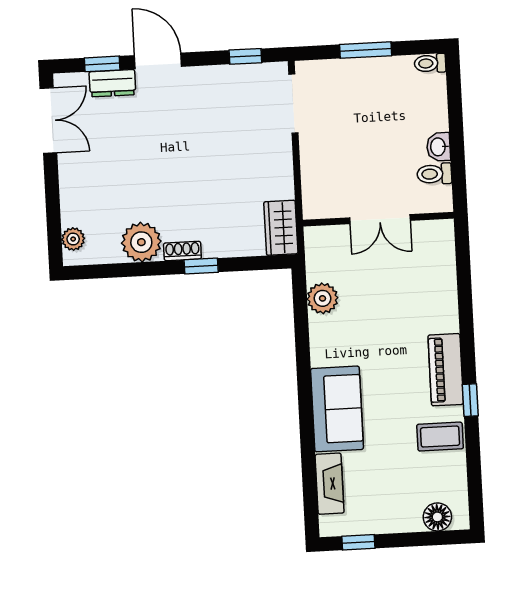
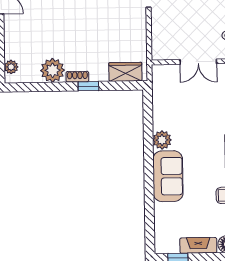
wardrobe: (281, 228) -> (125, 72), moved, turned 90
plant: (323, 298) -> (162, 140), moved
fireplace: (330, 484) -> (198, 245), moved, turned -90

